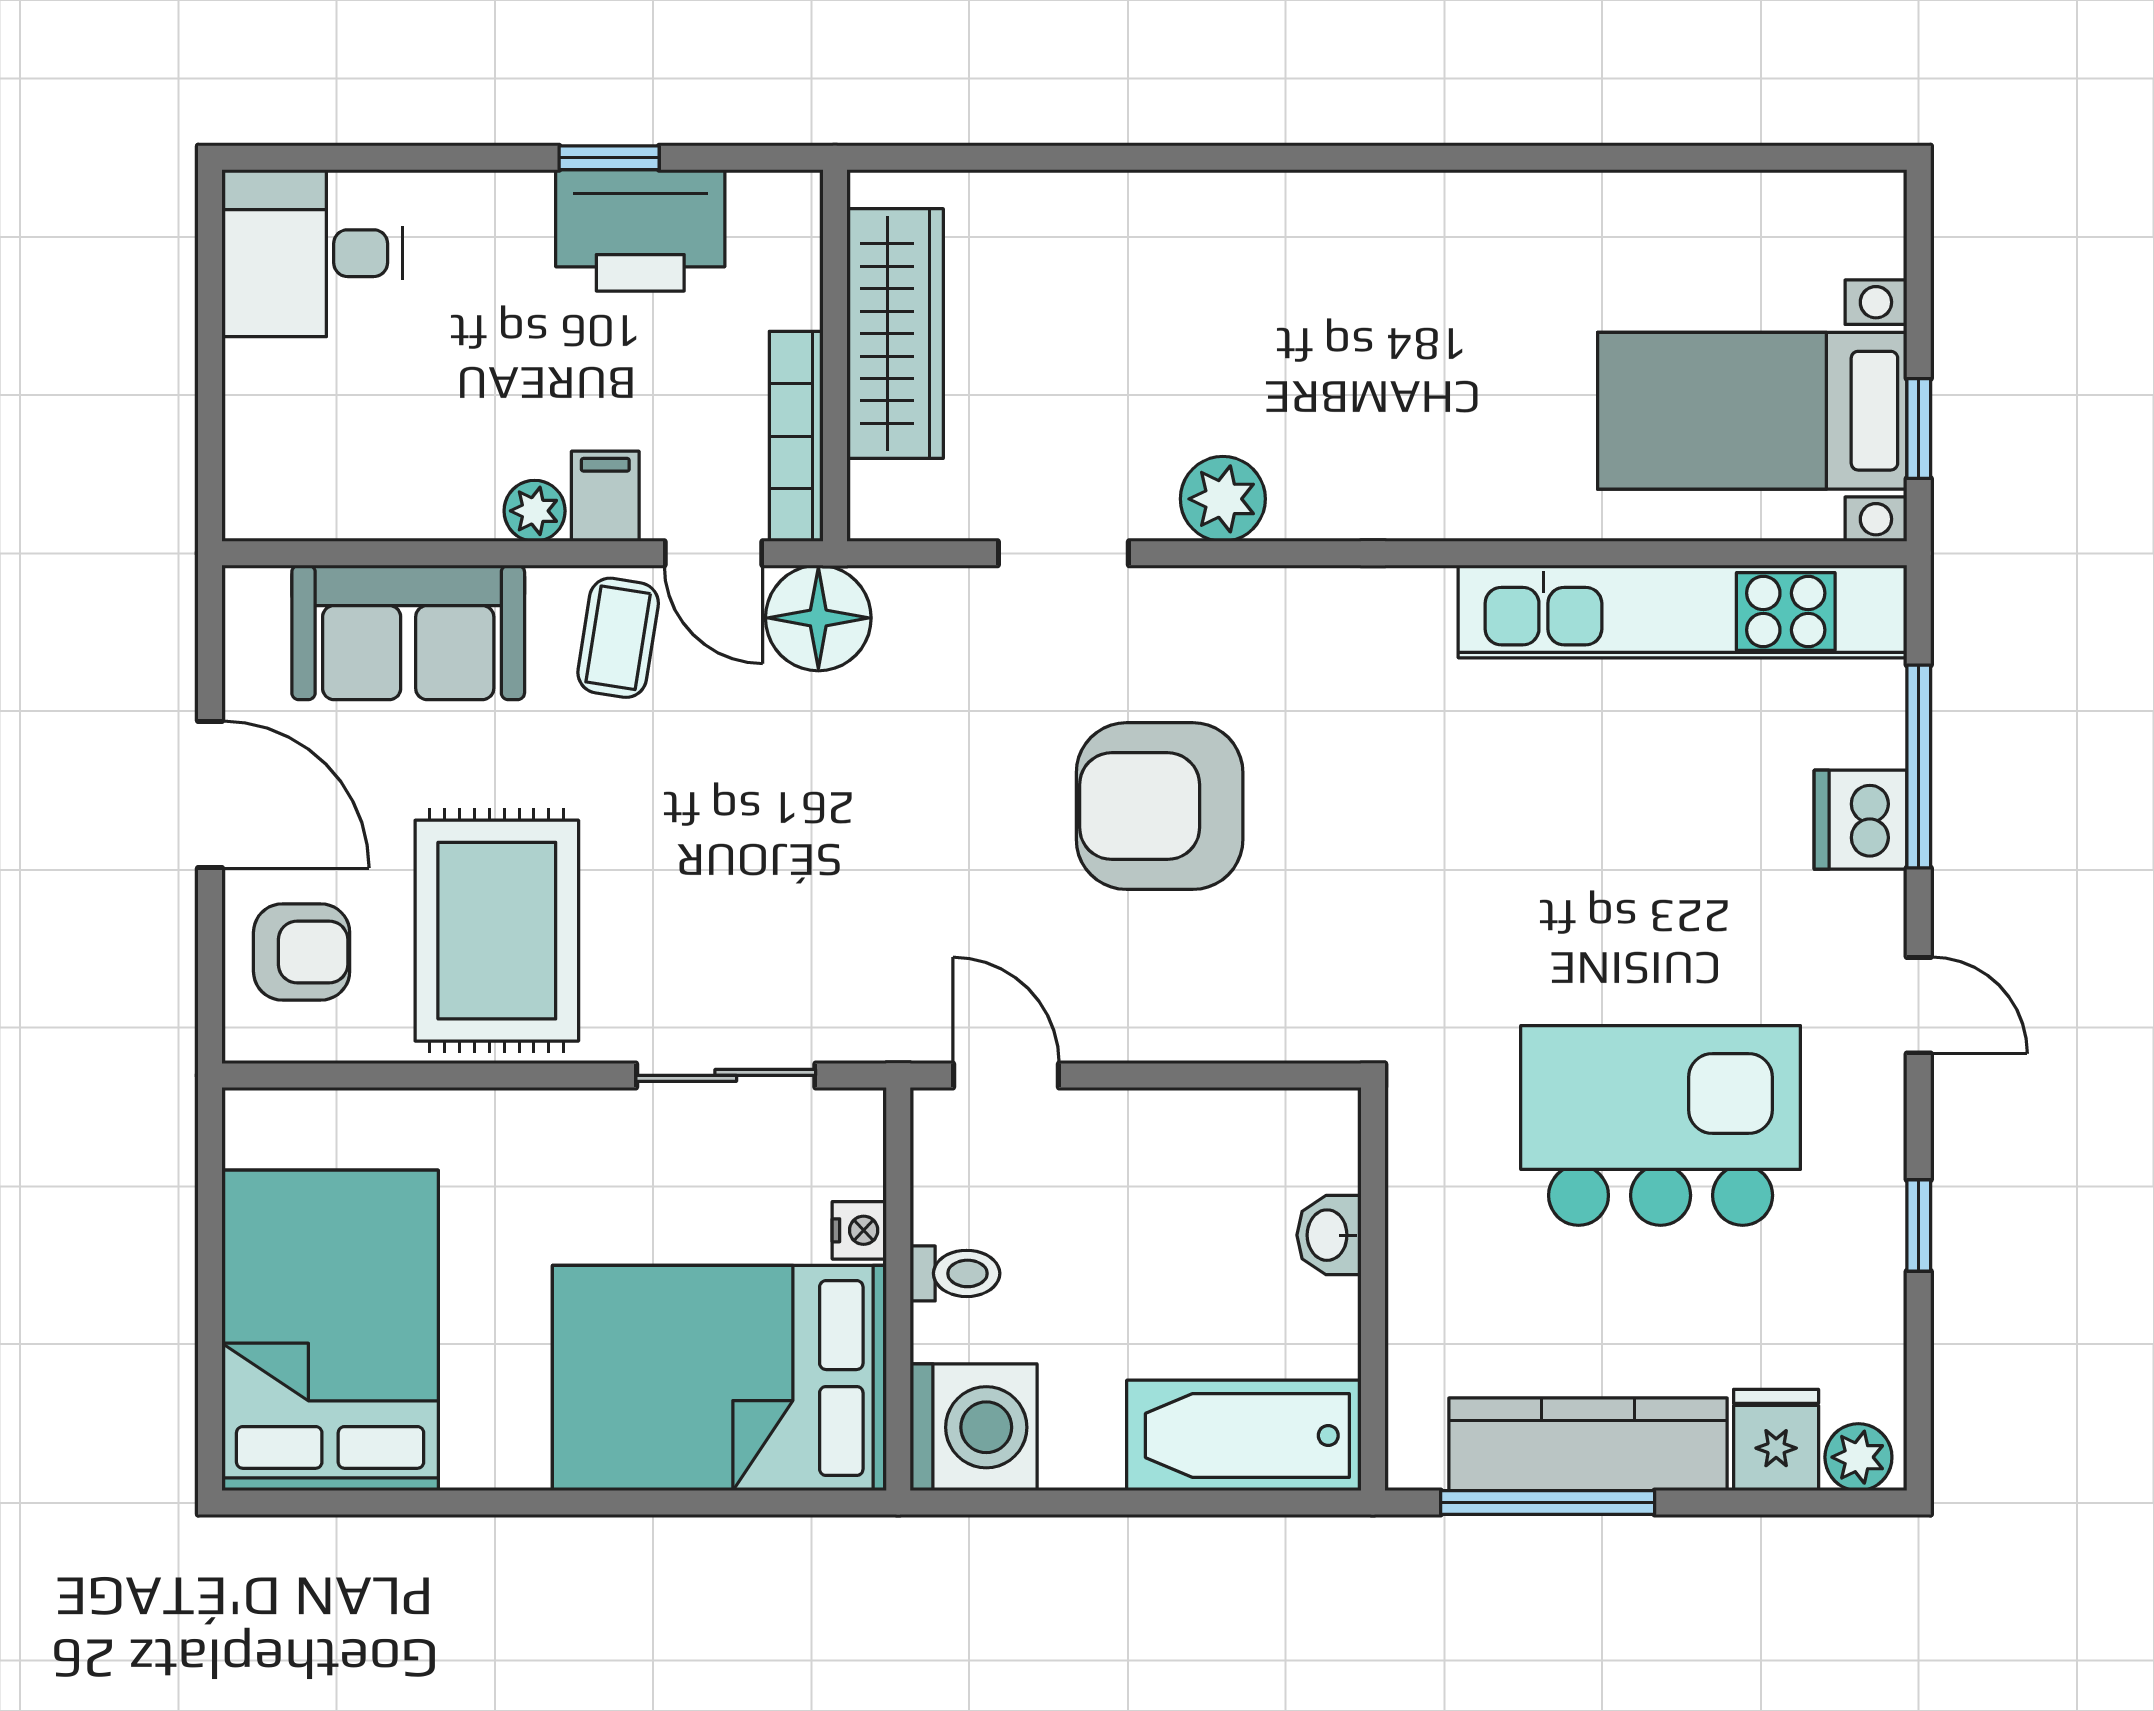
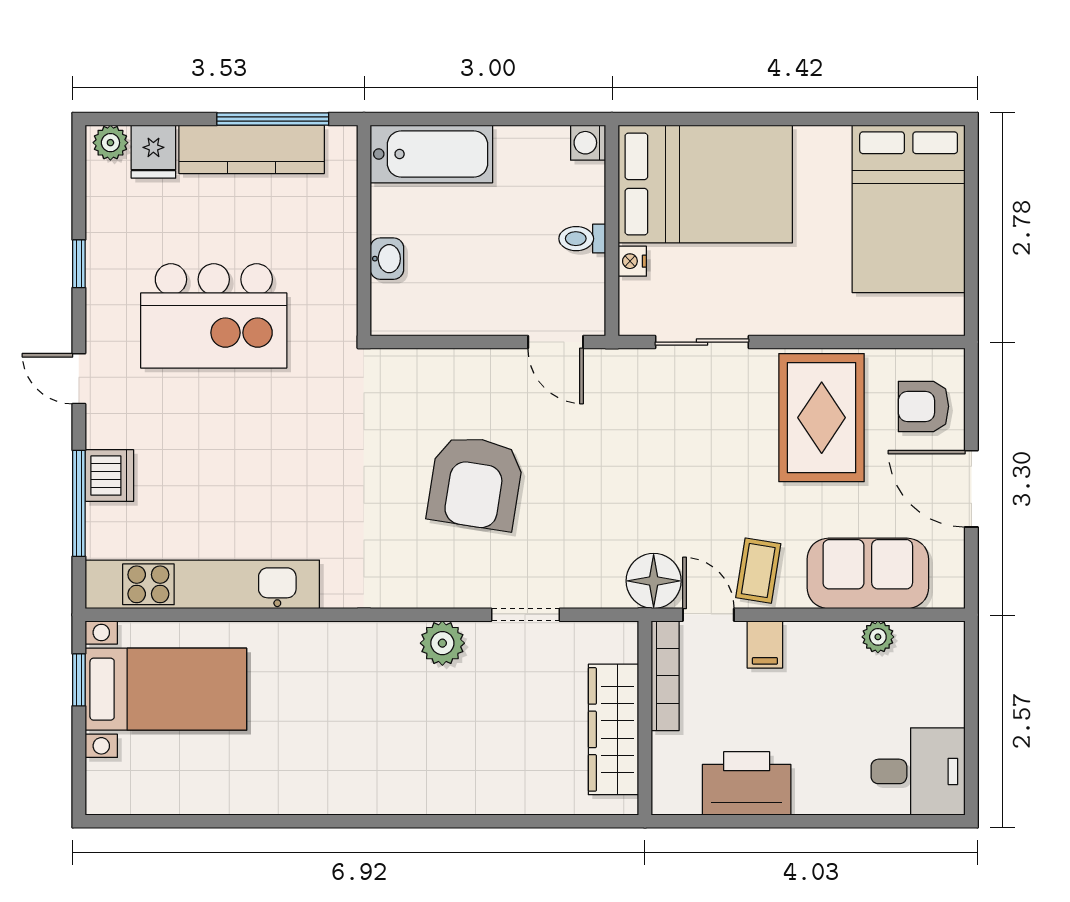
window: (609, 158) -> (763, 821), removed
plant: (535, 511) -> (878, 637), moved
armchair: (1160, 806) -> (475, 483), turned 99
washing machine: (974, 1427) -> (588, 143), width x0.53, depth x0.53

